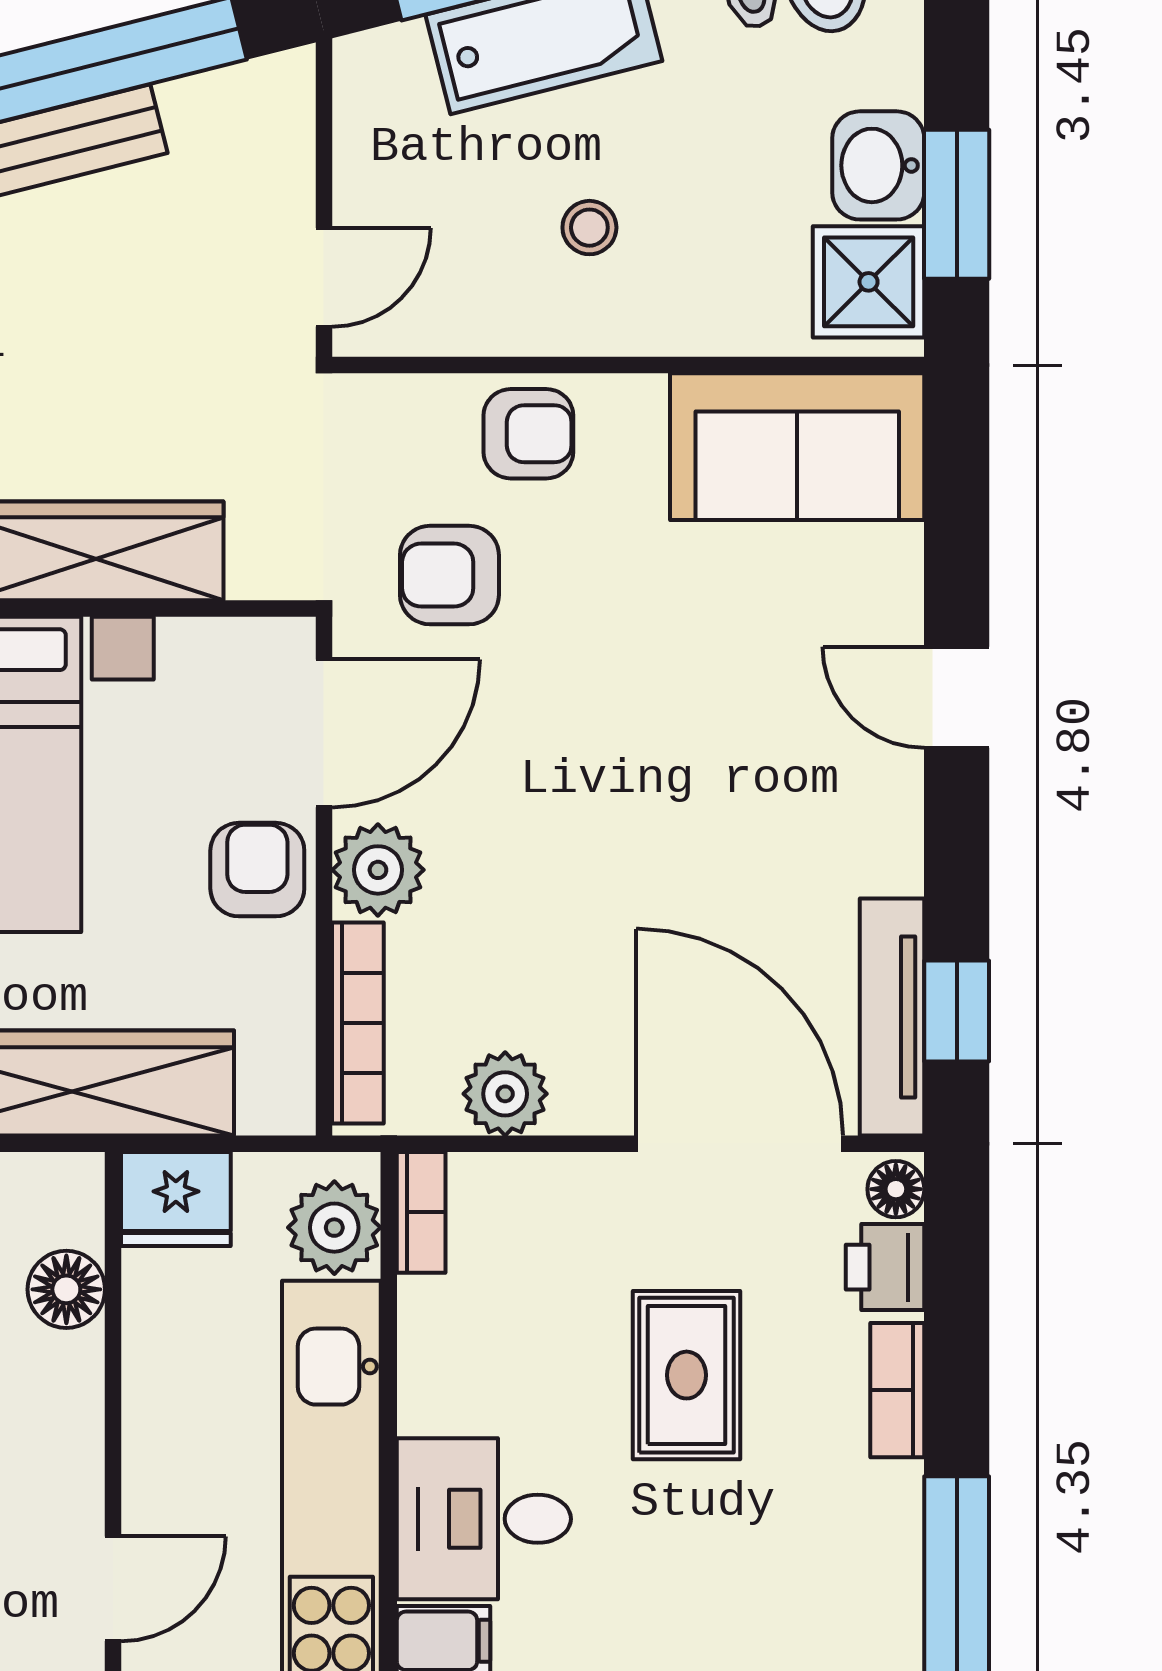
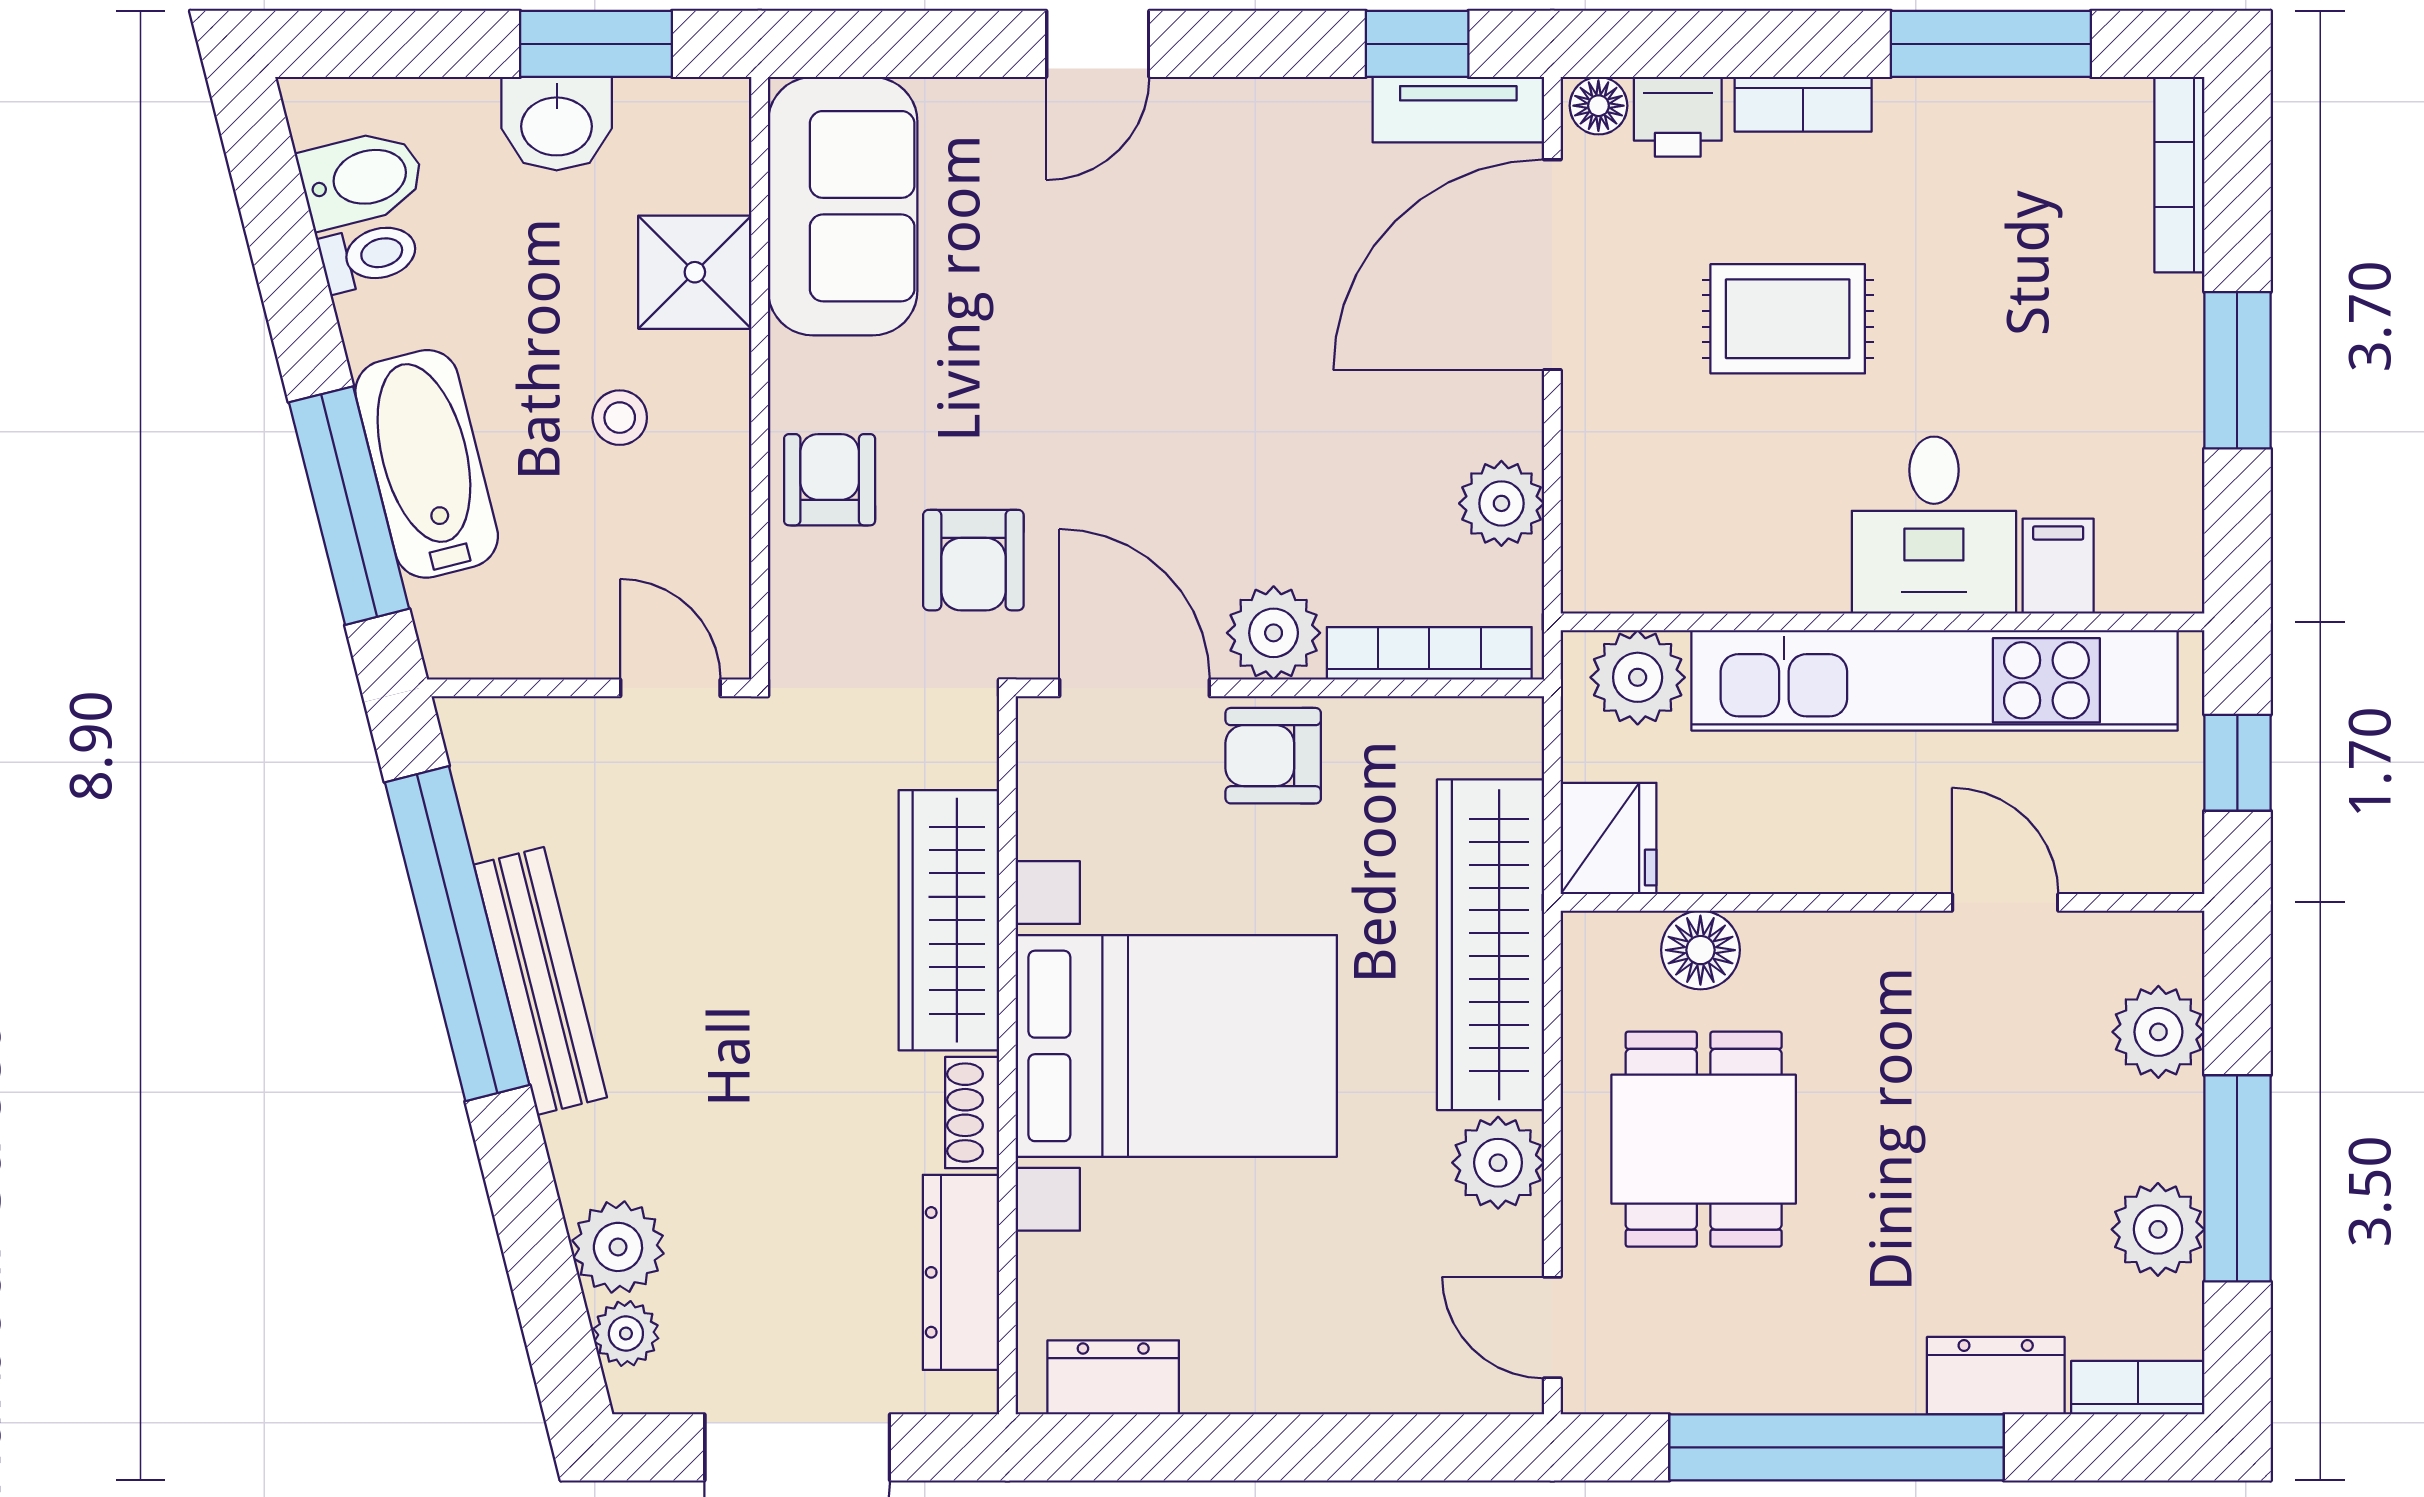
shower: (869, 282) -> (695, 272), moved
tv unit: (892, 1017) -> (1458, 110), width x0.71
bookcase: (421, 1212) -> (1622, 589), removed

